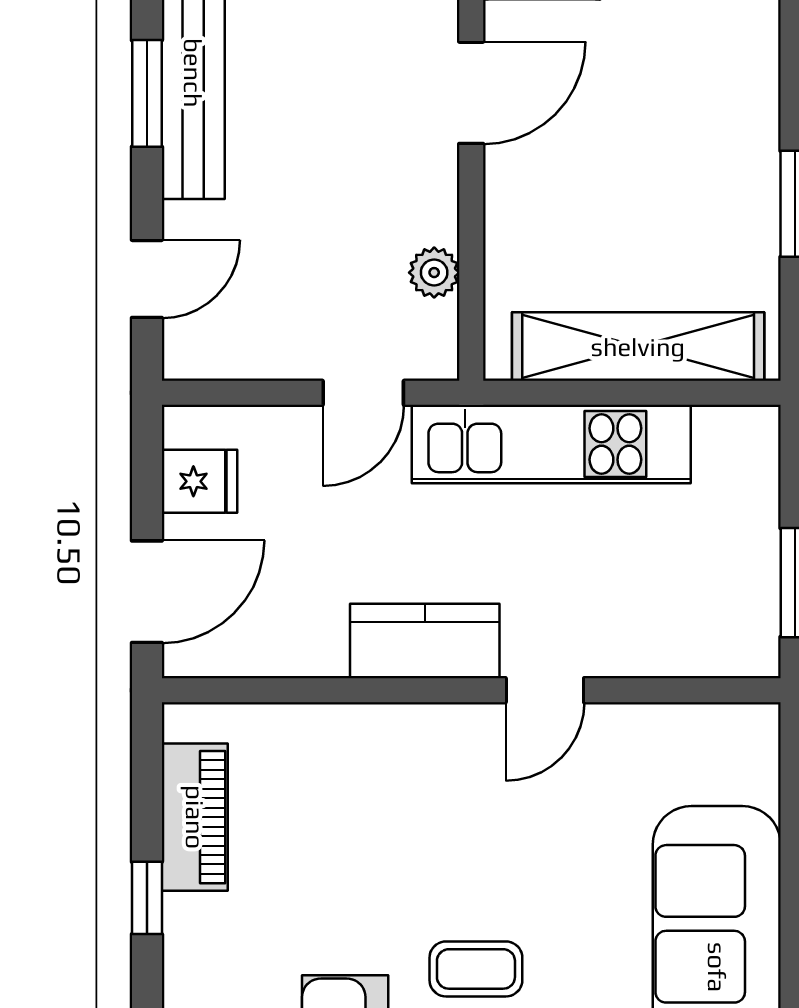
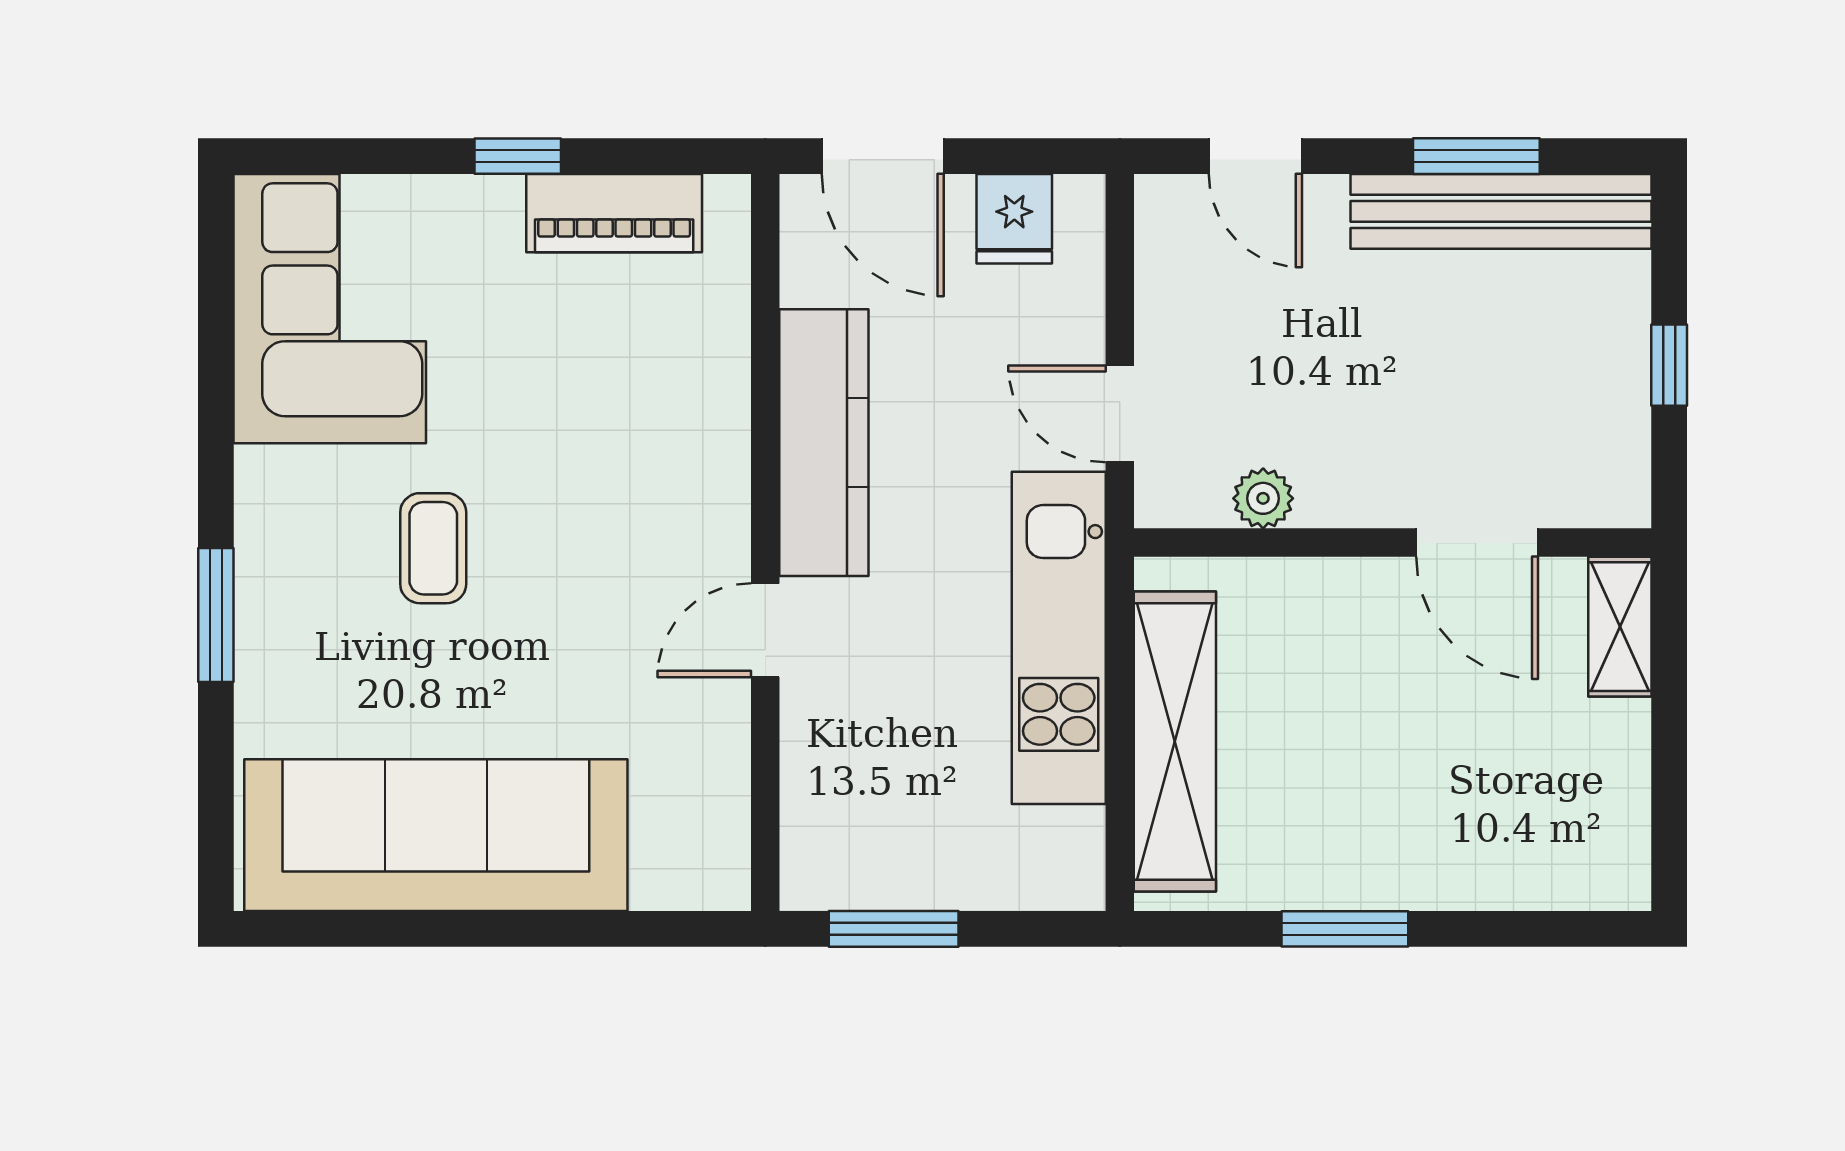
kitchen counter: (425, 641) -> (824, 443), width x1.50
door: (545, 690) -> (765, 630), hinge flipped

